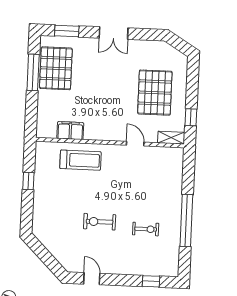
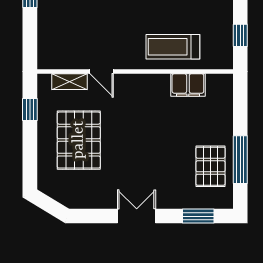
pallet: (56, 68) -> (211, 166), width x0.73, depth x0.71
shelving: (171, 138) -> (69, 82), moved
window: (28, 181) -> (240, 35), moved

